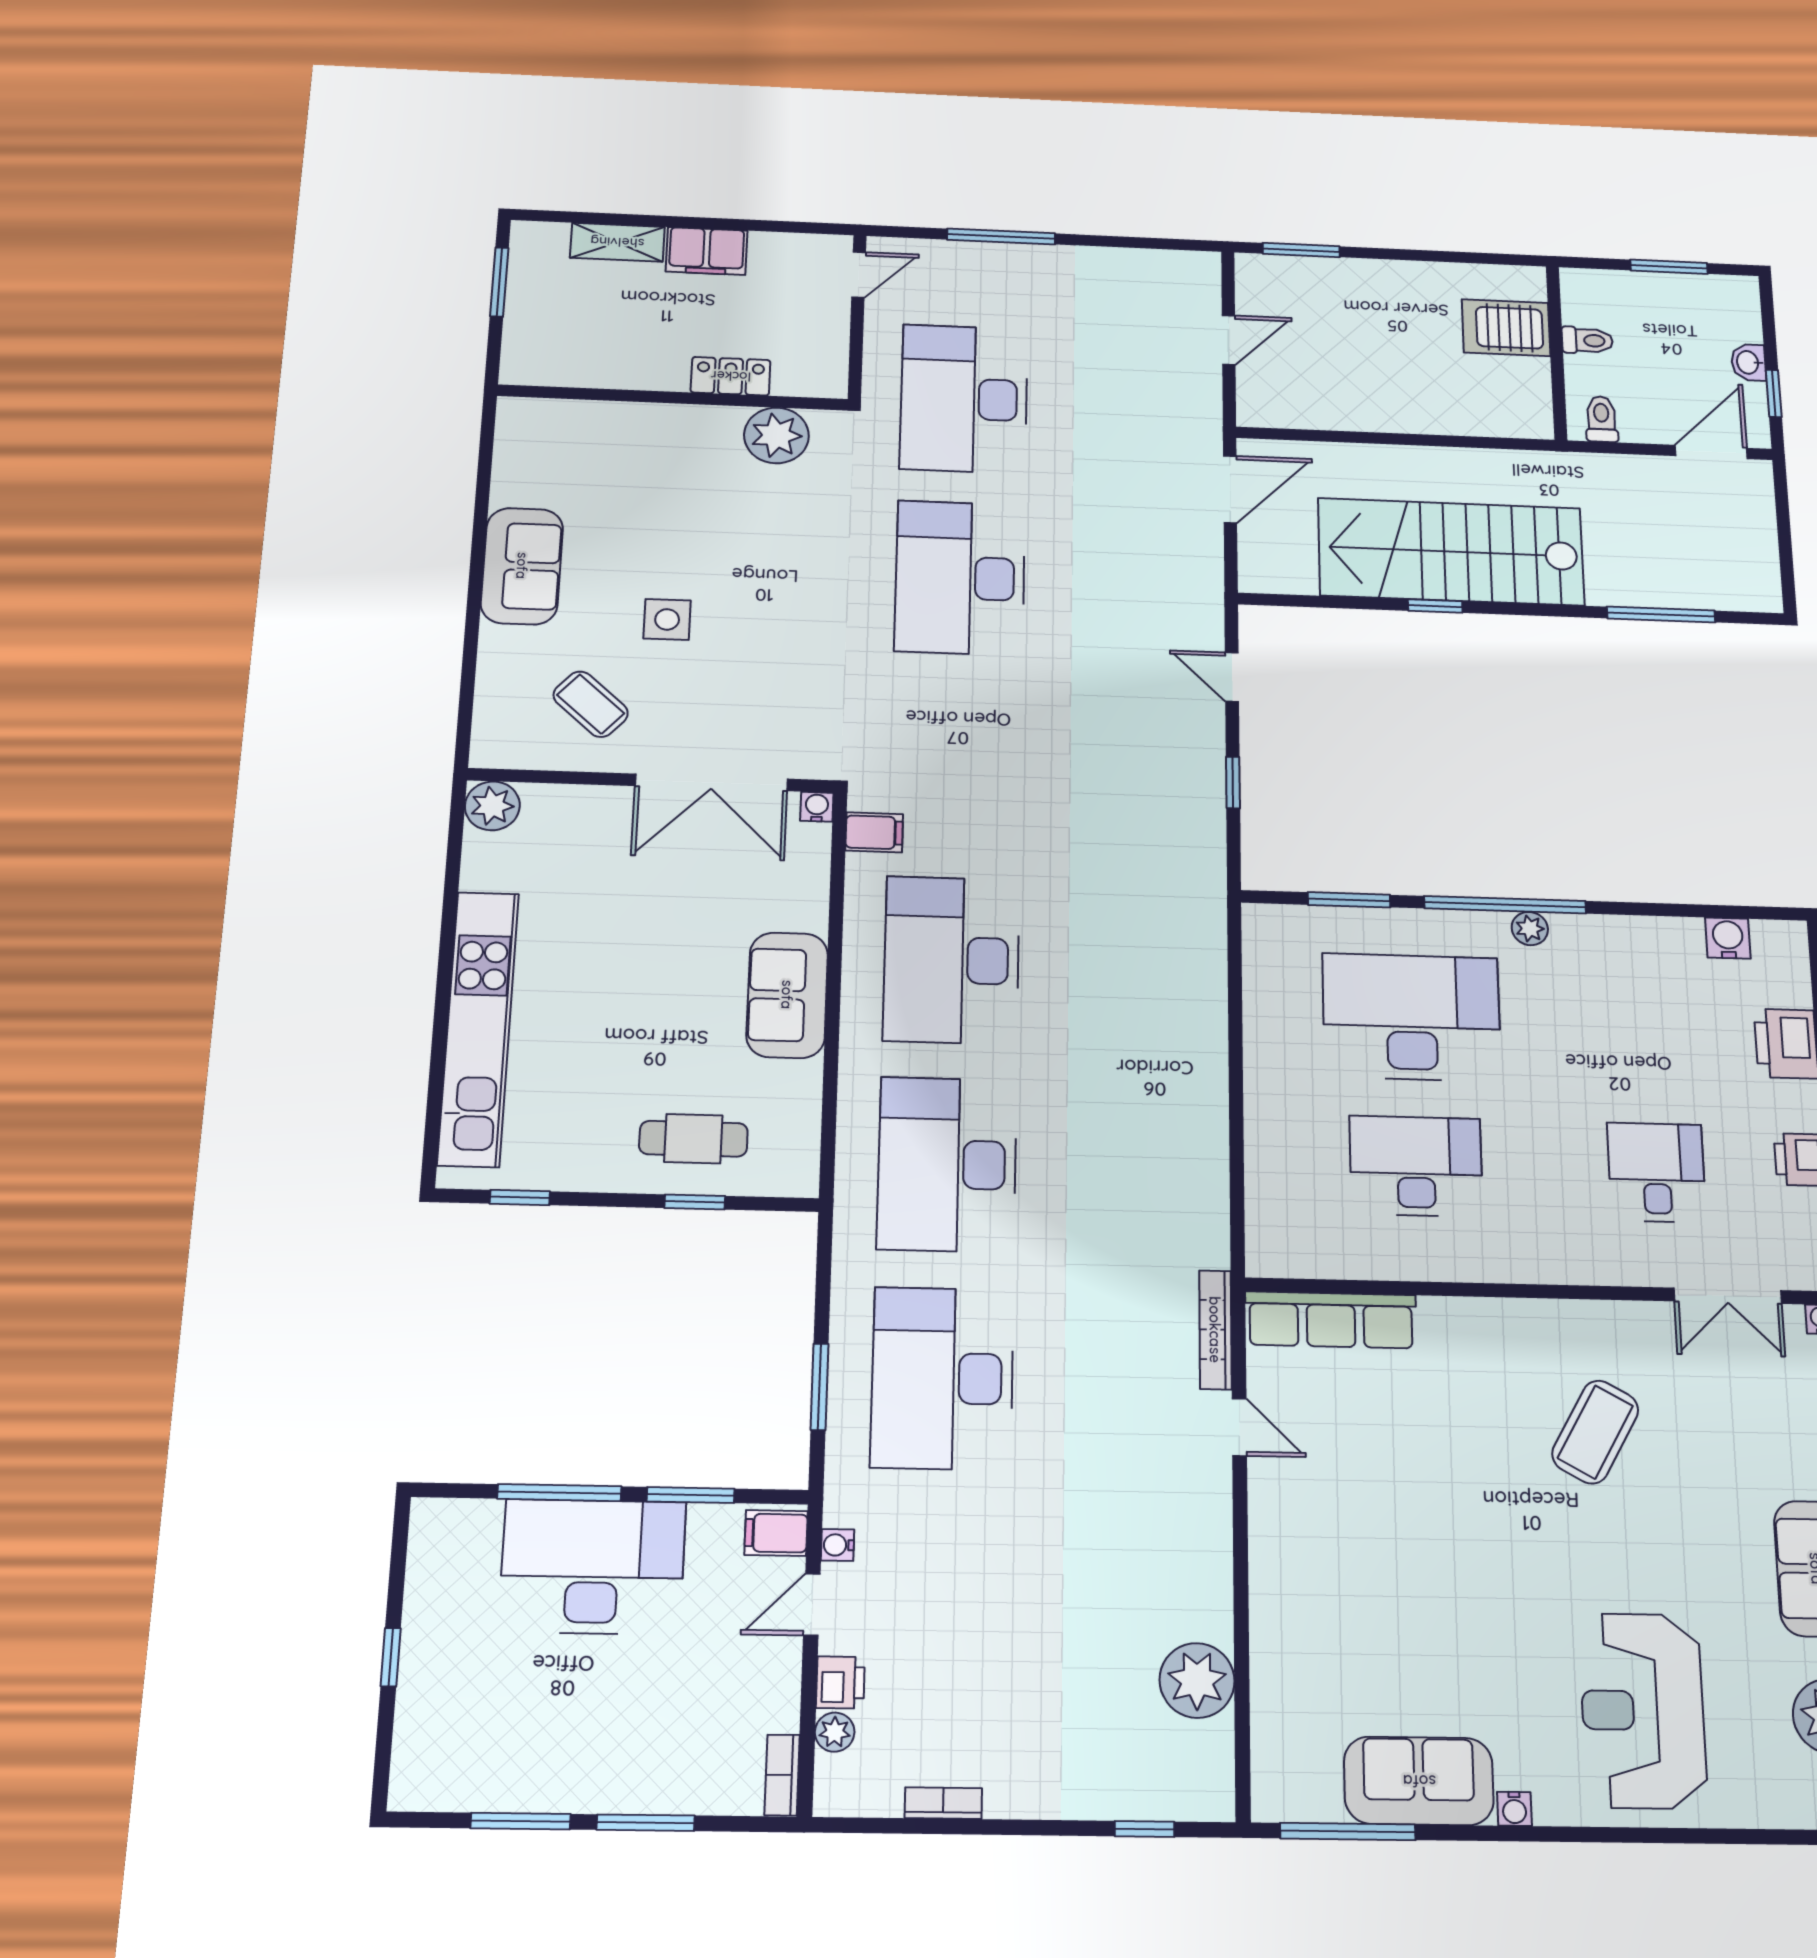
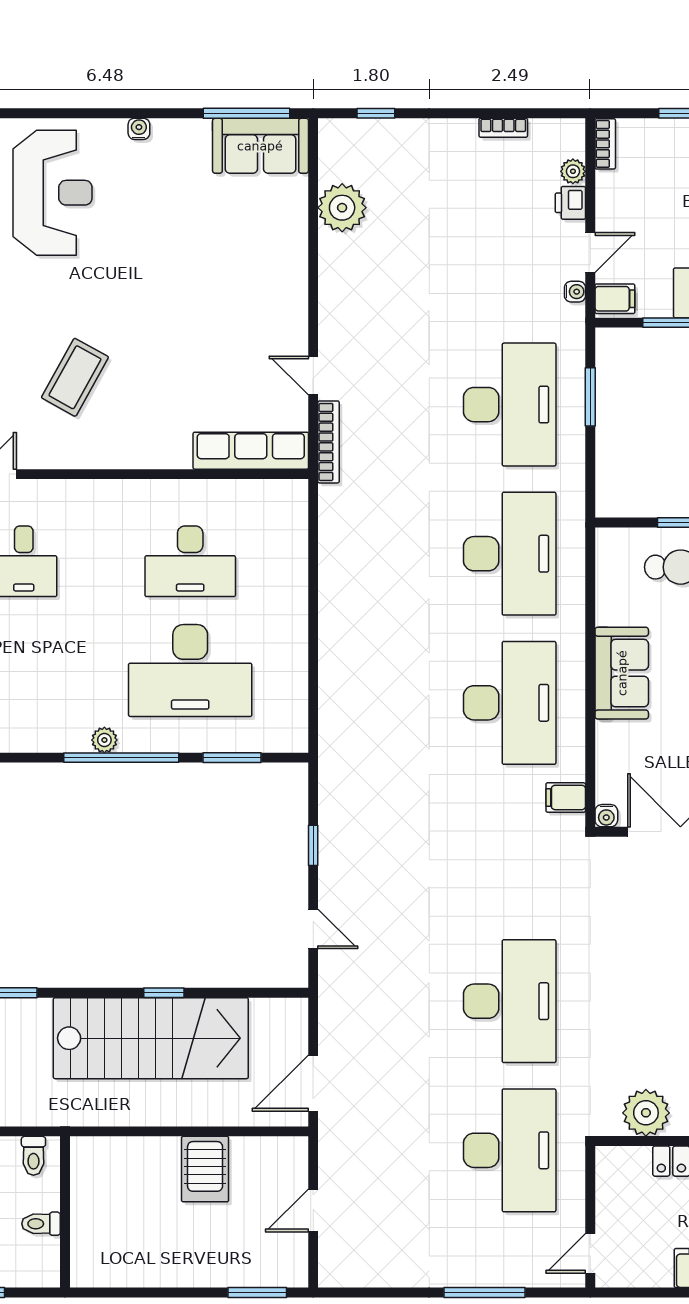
server rack: (1506, 328) -> (205, 1169), moved, turned 90
sofa: (1419, 1781) -> (260, 146), moved

